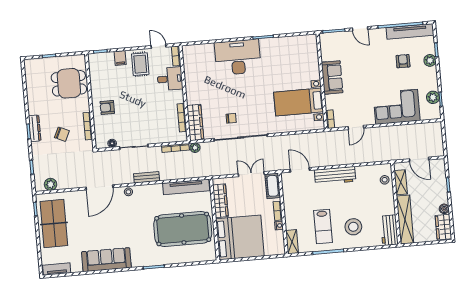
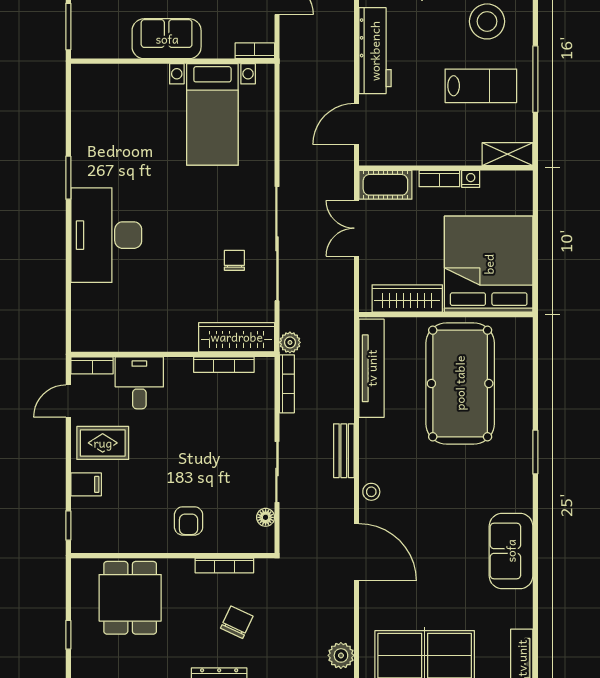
sofa: (106, 260) -> (511, 551), width x0.73

